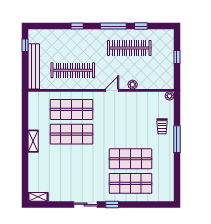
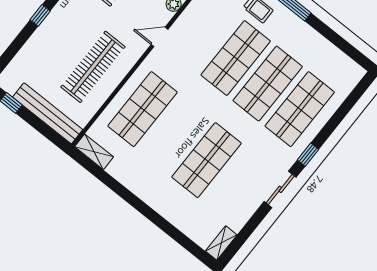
door: (112, 90) -> (160, 37), hinge flipped
shop shelf: (71, 134) -> (207, 160), moved
shop shelf: (131, 134) -> (236, 58), added
shelving: (33, 141) -> (94, 152), moved

